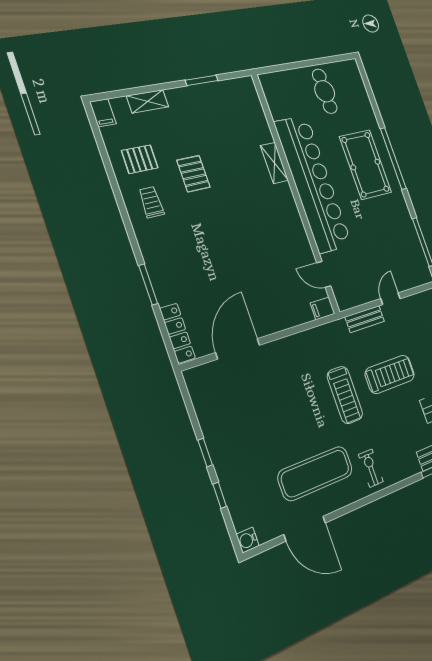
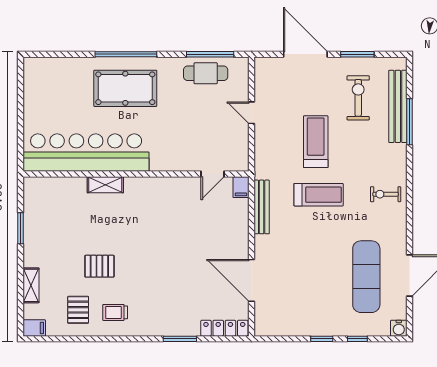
cafe table: (325, 91) -> (206, 73), moved
bar counter: (313, 184) -> (86, 153), moved
bench: (365, 319) -> (262, 207), moved, width x1.36
exercise mat: (315, 473) -> (366, 277), moved

